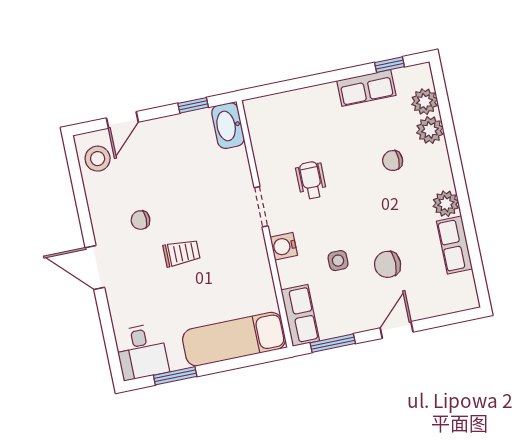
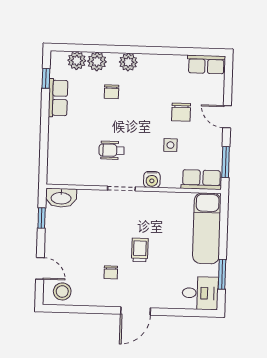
plant: (446, 204) -> (128, 62), moved
row of seats: (455, 245) -> (206, 64), moved

